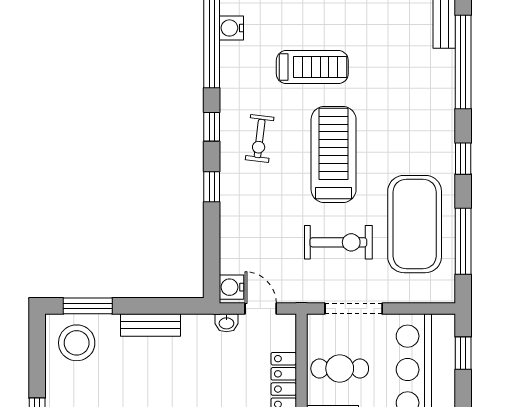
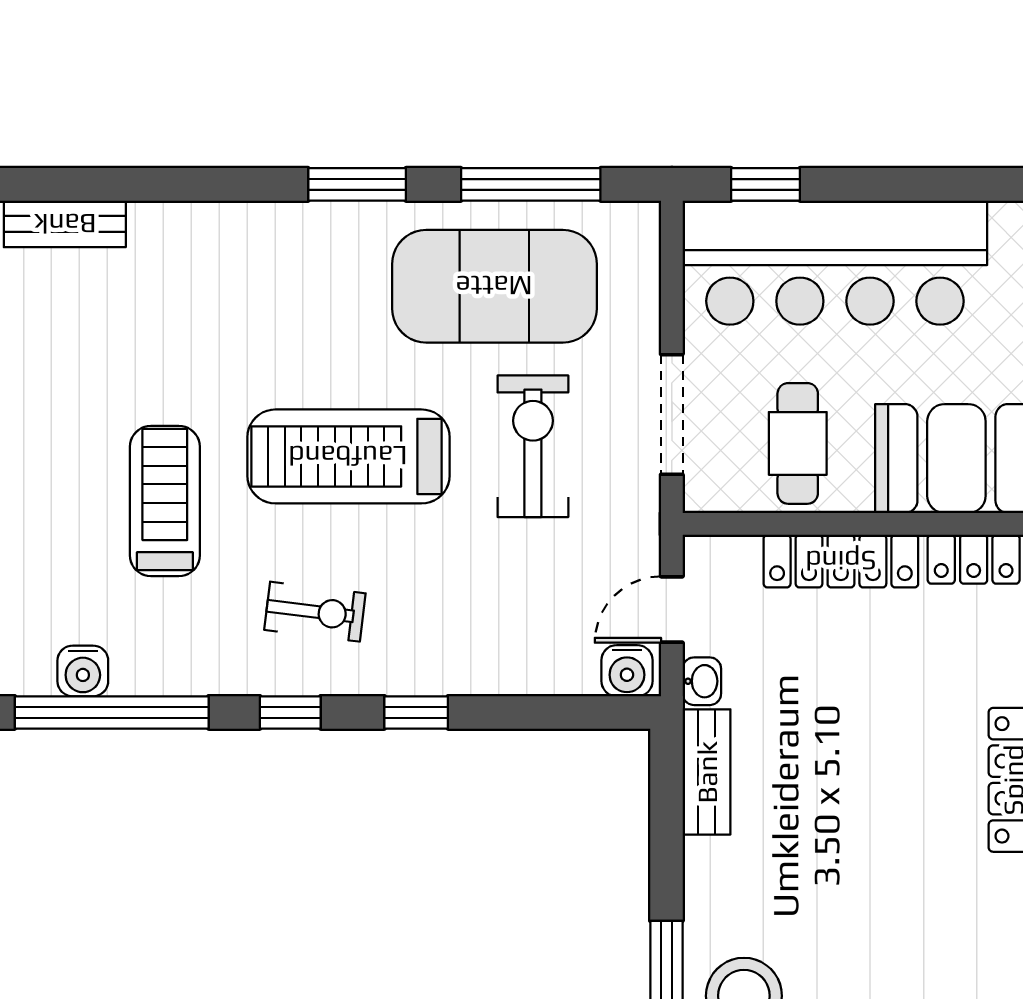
window: (463, 62) -> (154, 184), removed
window: (463, 159) -> (357, 184), width x1.50
bench: (151, 325) -> (707, 772), moved

